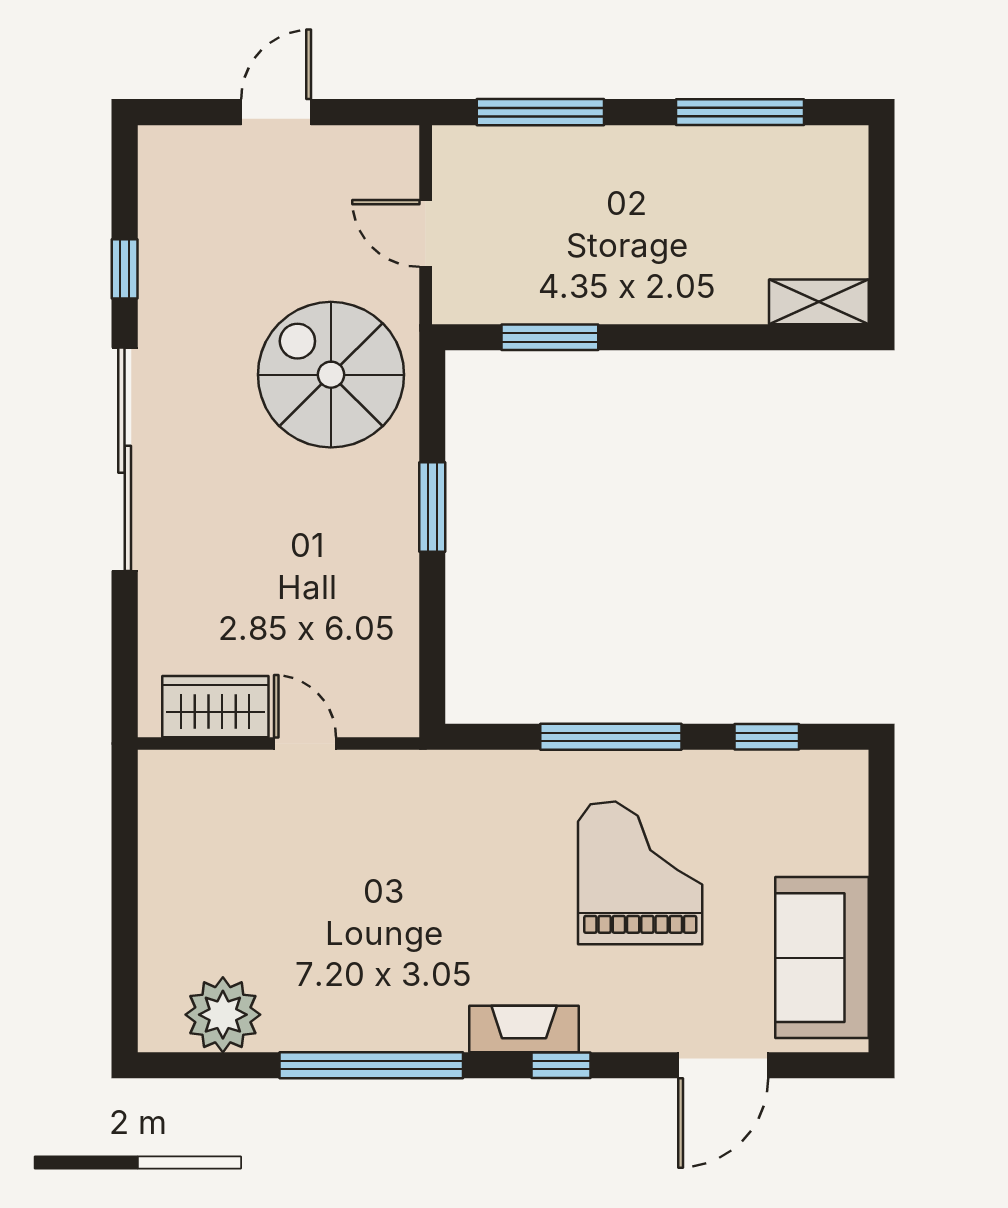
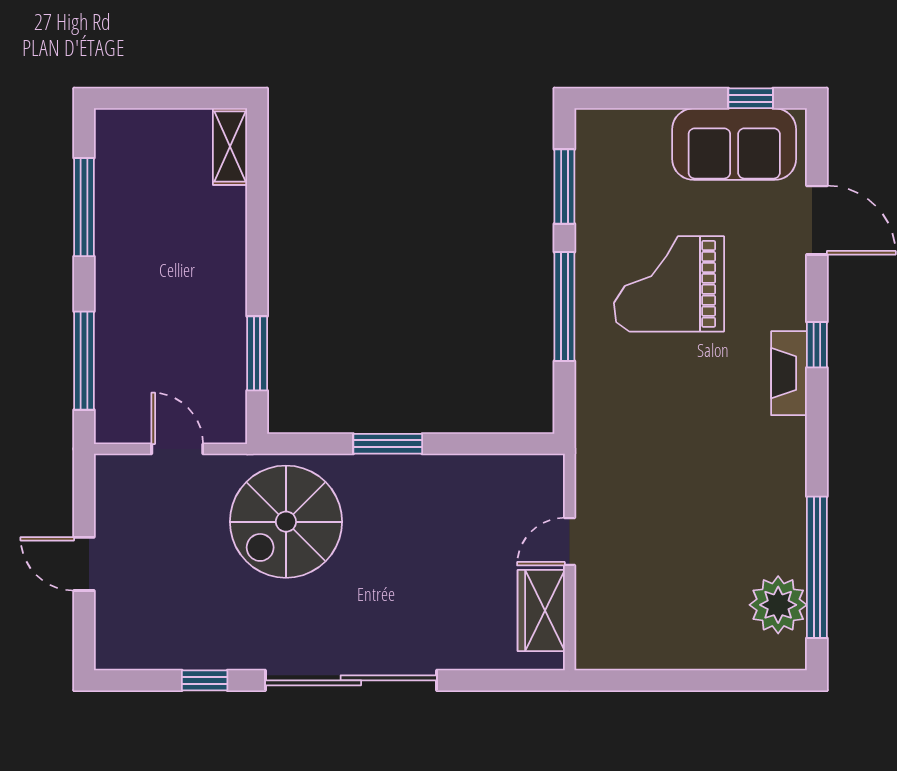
door: (426, 233) -> (177, 449), swing flipped
window: (767, 737) -> (564, 187), width x1.50
window: (882, 979) -> (751, 98), added
window: (371, 1065) -> (817, 567), moved

